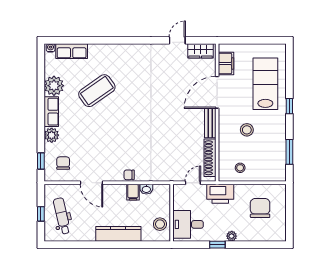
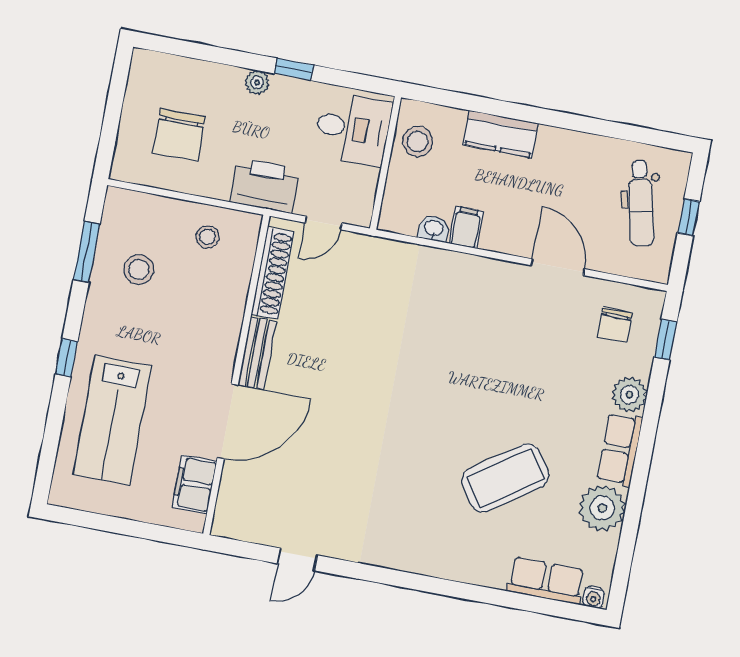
wardrobe: (201, 51) -> (248, 525), removed
stool: (247, 130) -> (139, 270), moved
chair: (129, 175) -> (467, 269), removed
kitchen counter: (118, 234) -> (501, 134), width x0.67

